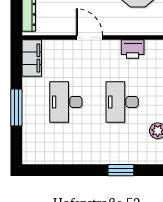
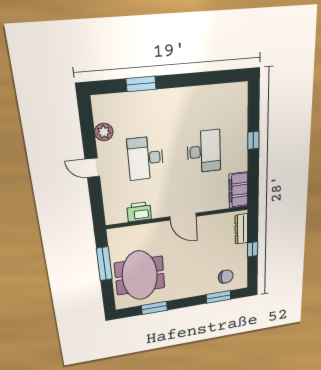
desk: (122, 102) -> (146, 158), turned 180
window: (16, 108) -> (253, 140), width x0.46

